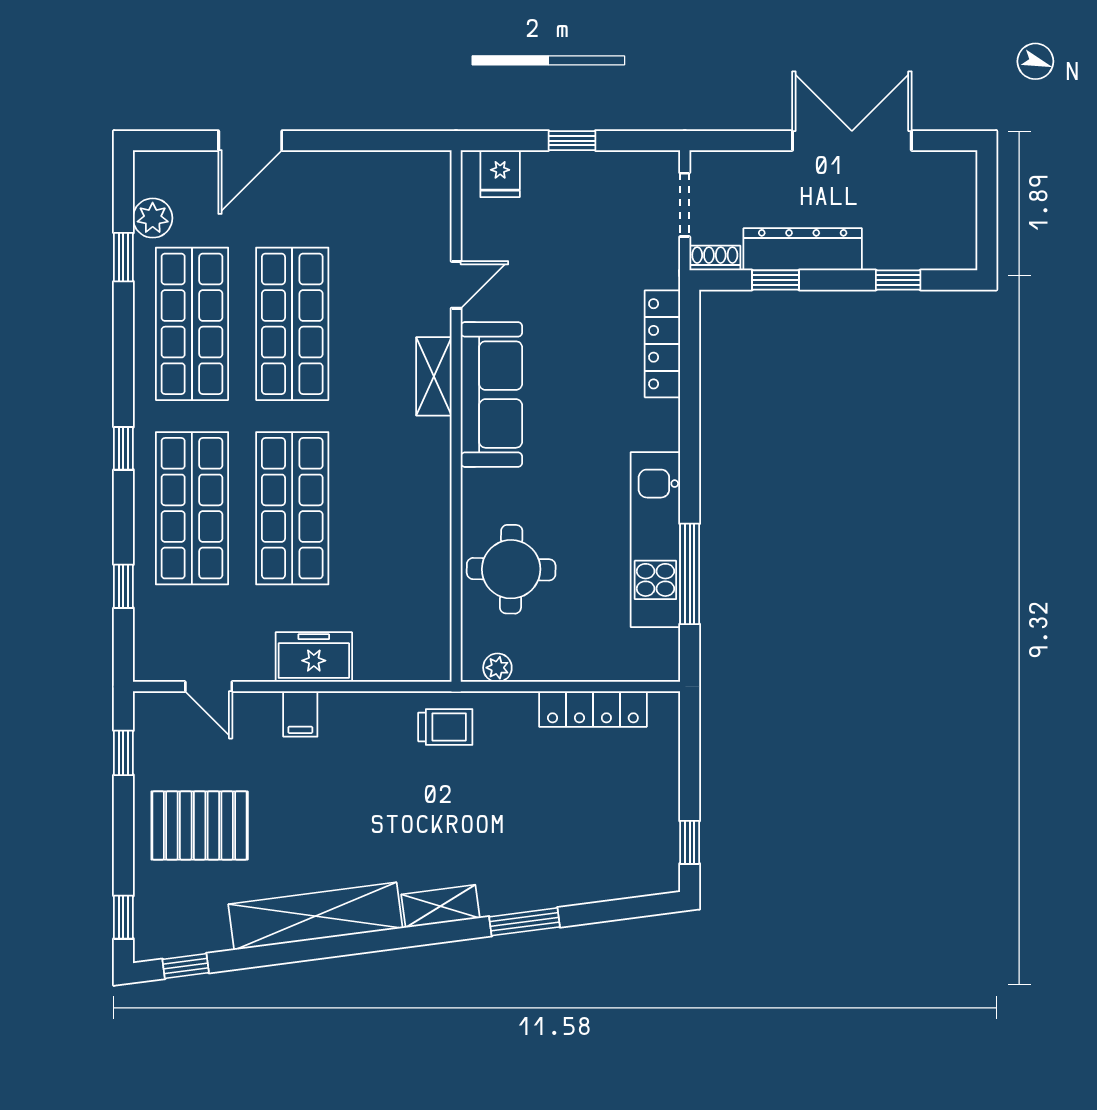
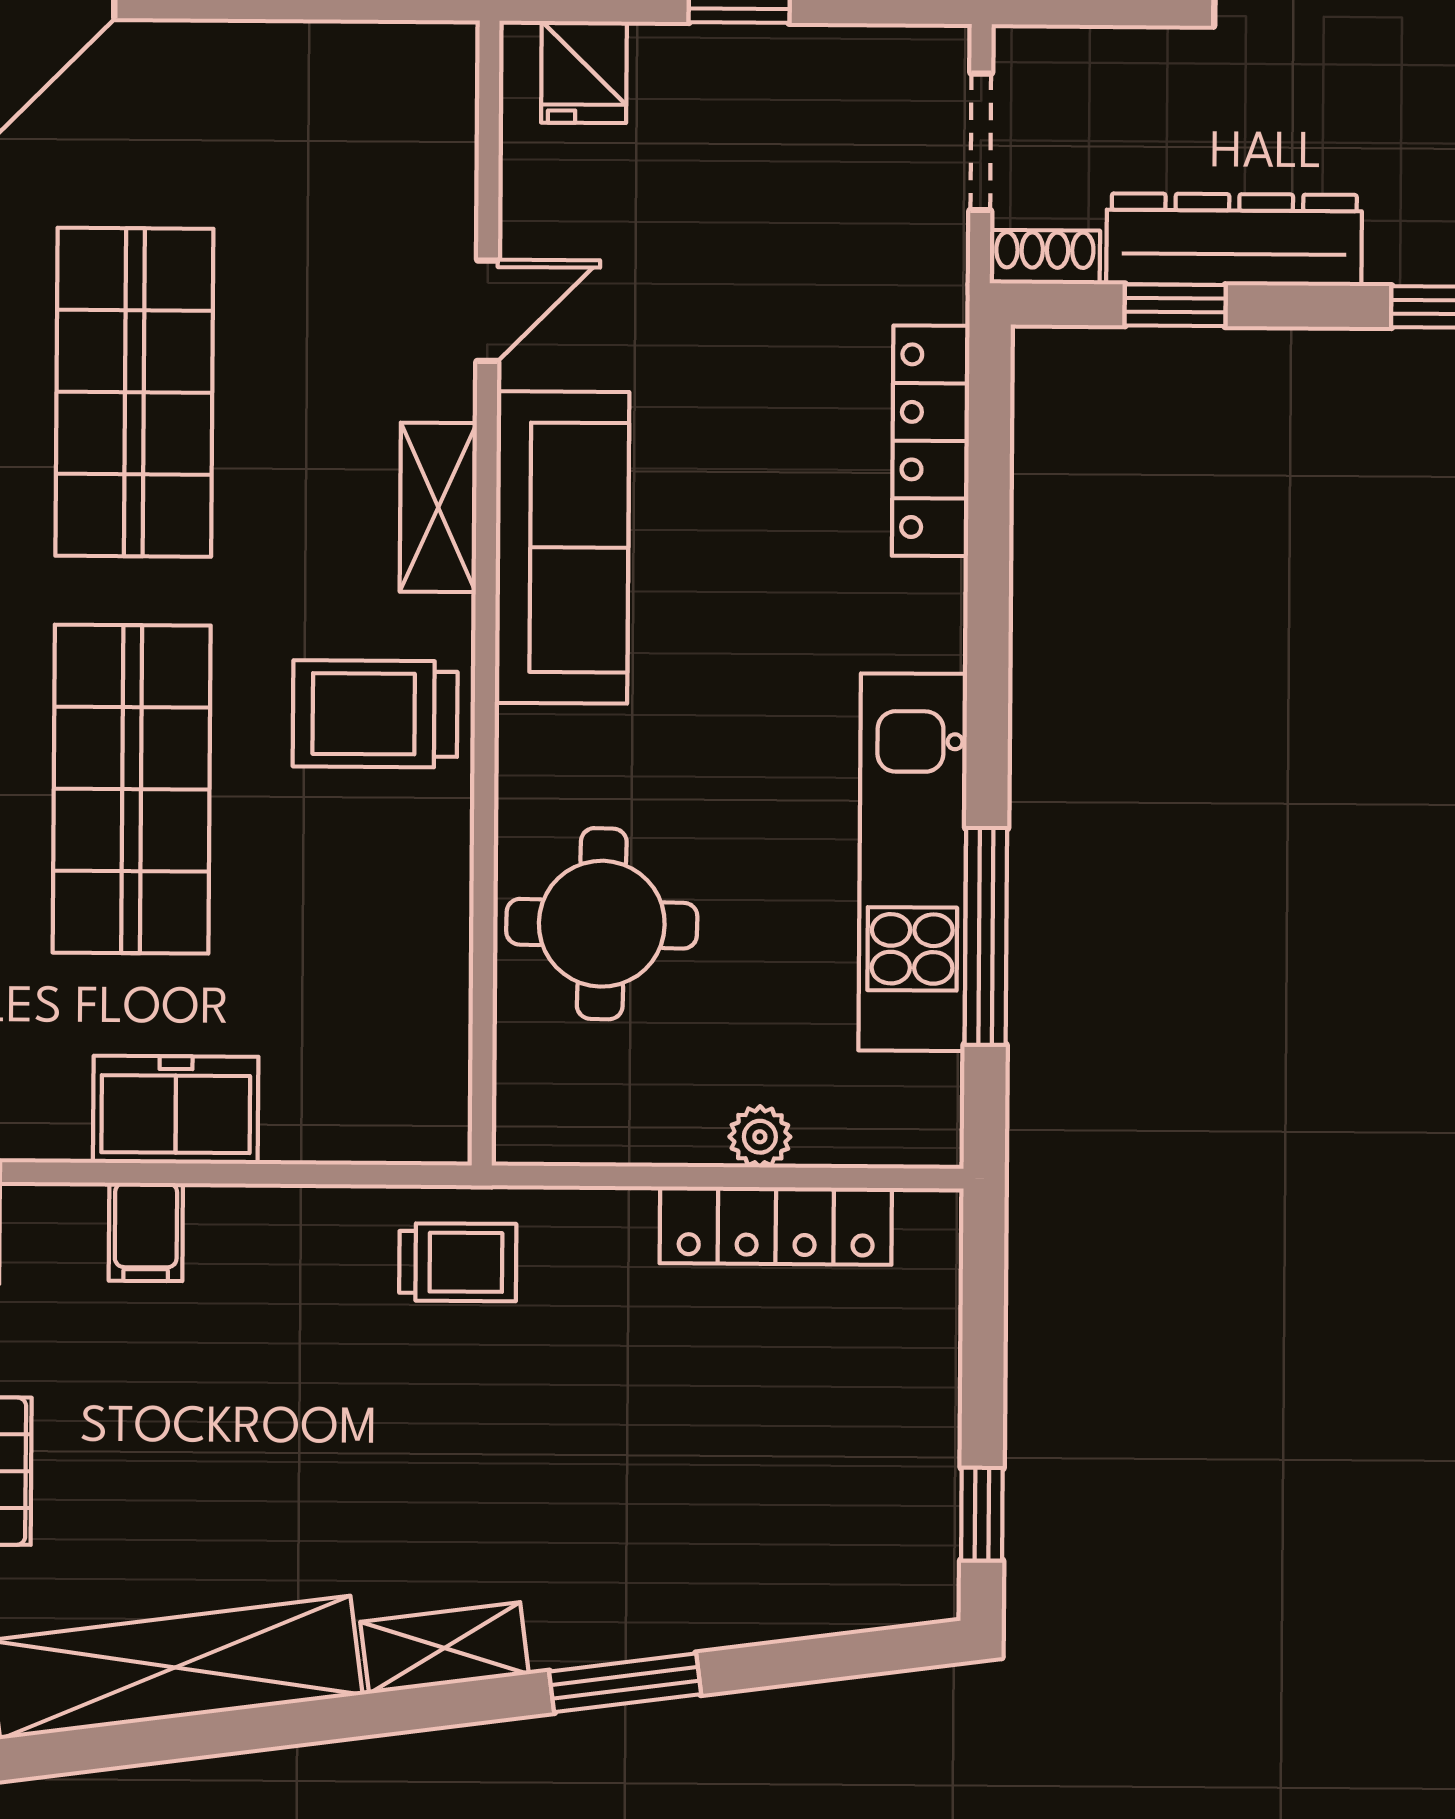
trolley: (405, 472) -> (375, 714), added
plant: (497, 668) -> (760, 1137), moved

